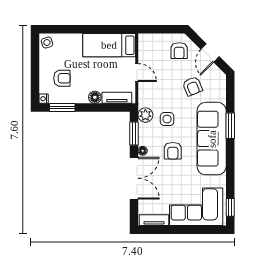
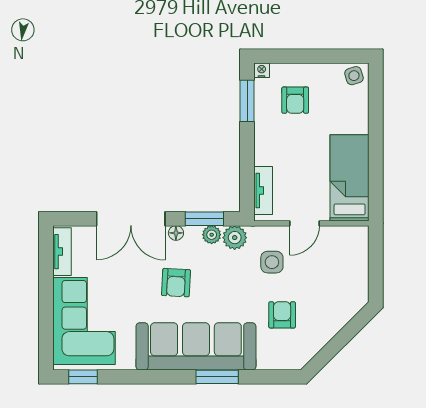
armchair: (179, 51) -> (341, 293), removed
door: (210, 53) -> (337, 344), removed
armchair: (192, 86) -> (282, 315), turned 112
floor lamp: (95, 97) -> (264, 154), removed
side table: (167, 119) -> (272, 262), moved
plant: (144, 129) -> (212, 235), added
armchair: (173, 151) -> (176, 283), turned -87

